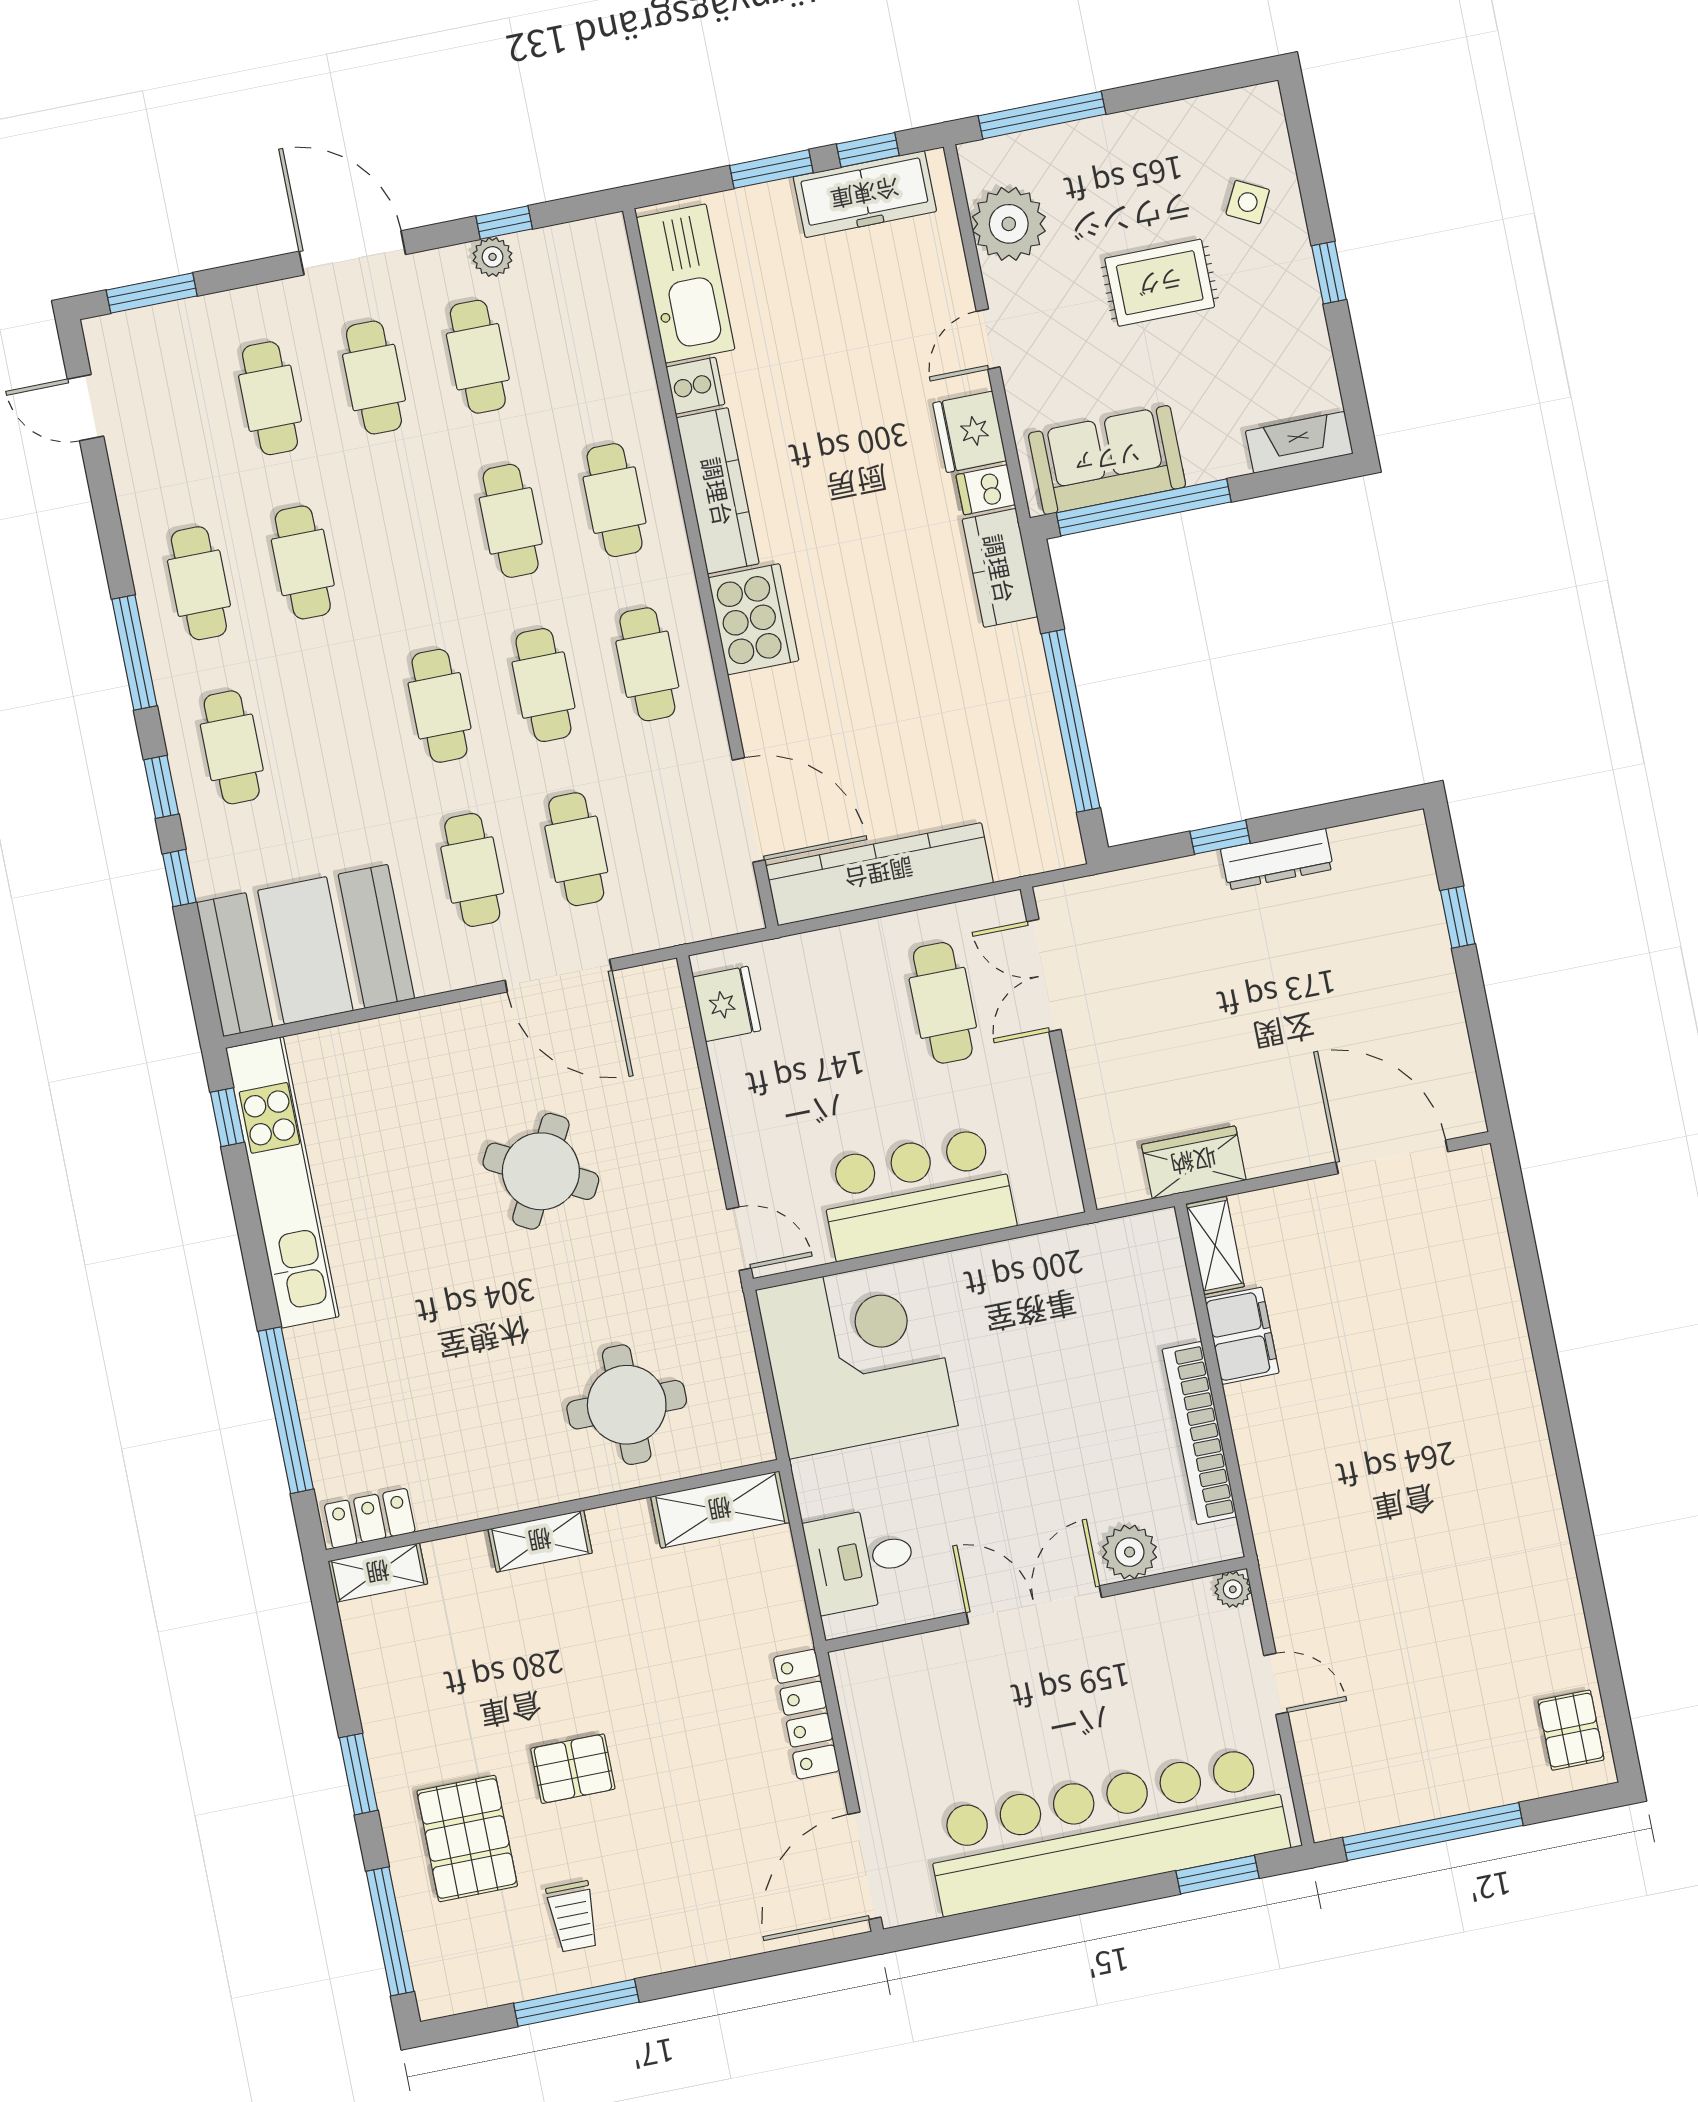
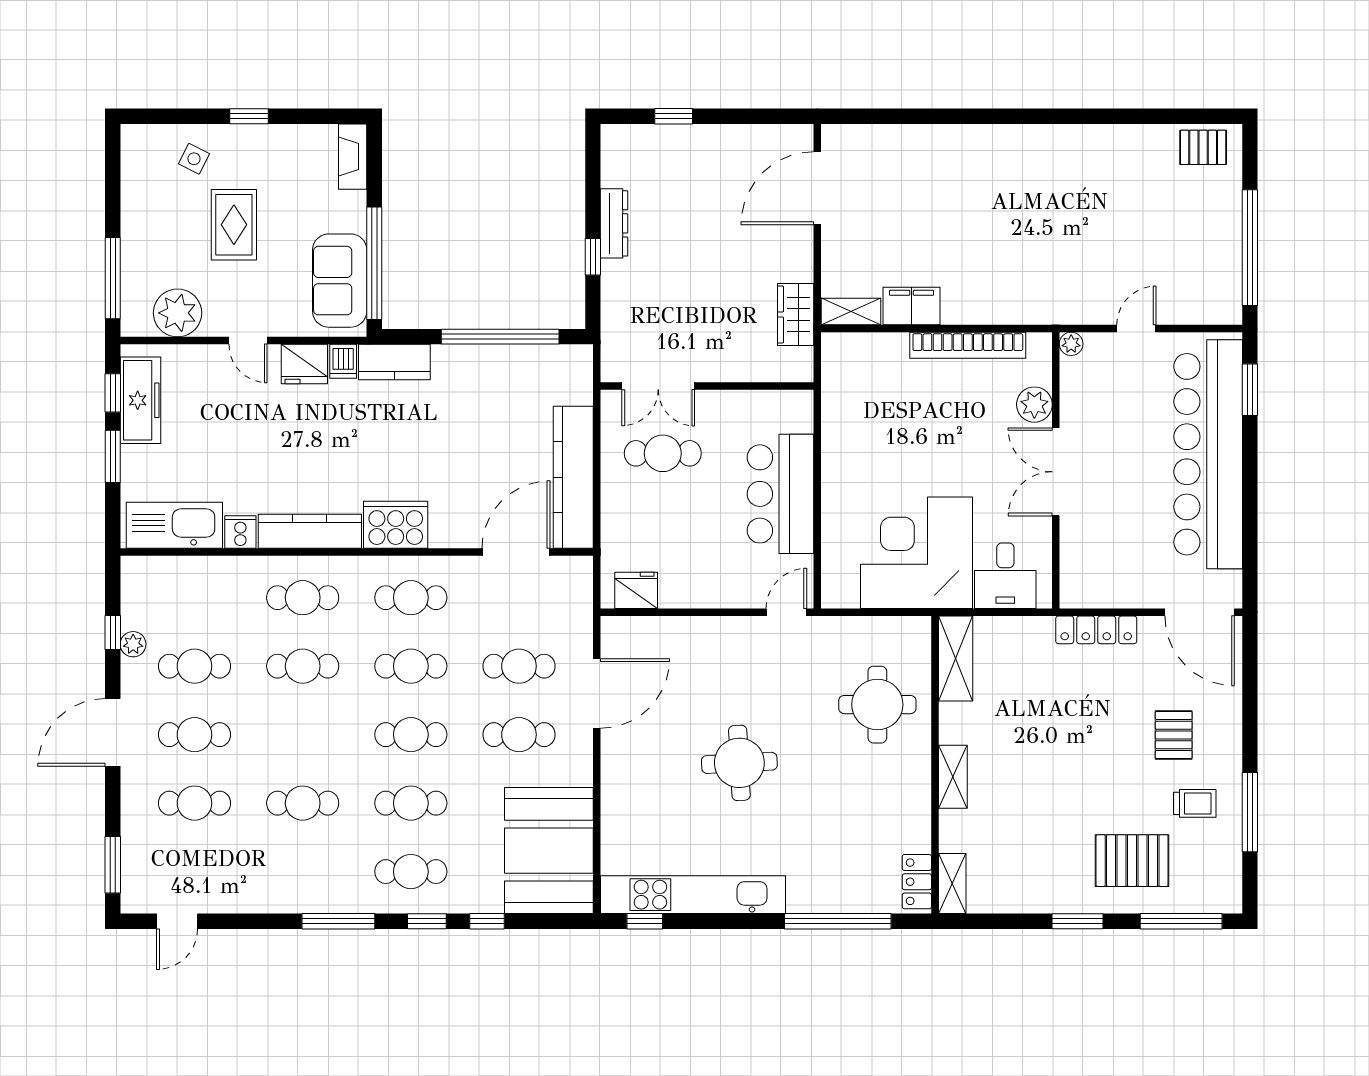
cafe table: (199, 583) -> (411, 803), moved
round table: (541, 1171) -> (739, 763), moved, turned -31
corner desk: (857, 1358) -> (916, 553), moved
pallet: (573, 1769) -> (1174, 735), moved

